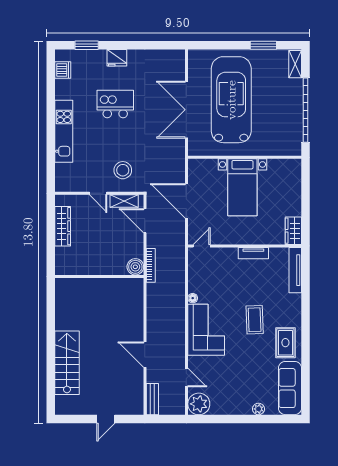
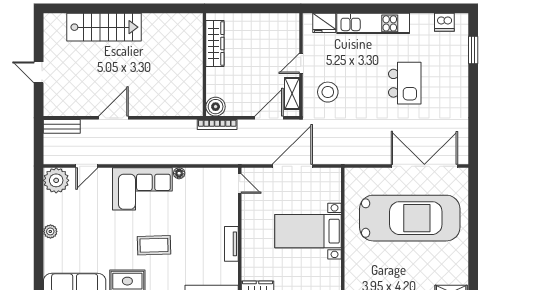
window: (263, 45) -> (473, 255), removed
fridge: (117, 58) -> (324, 23), moved, turned -90
double door: (186, 110) -> (424, 166), moved
wardrobe: (63, 226) -> (215, 44), moved, turned -90
plant: (258, 409) -> (50, 231), moved

